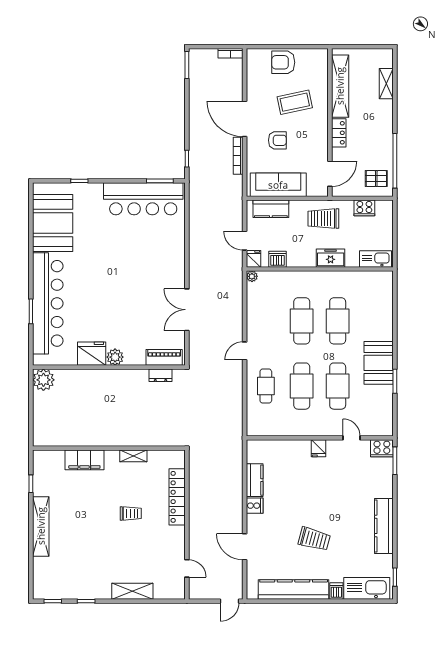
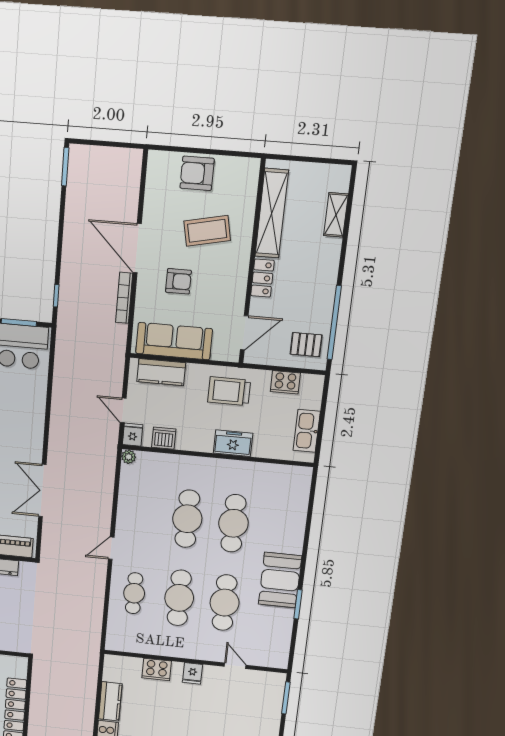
bookcase: (231, 53) -> (126, 155), removed
kitchen sink: (376, 259) -> (307, 431), moved, turned -90
cooker: (382, 448) -> (157, 670), moved

